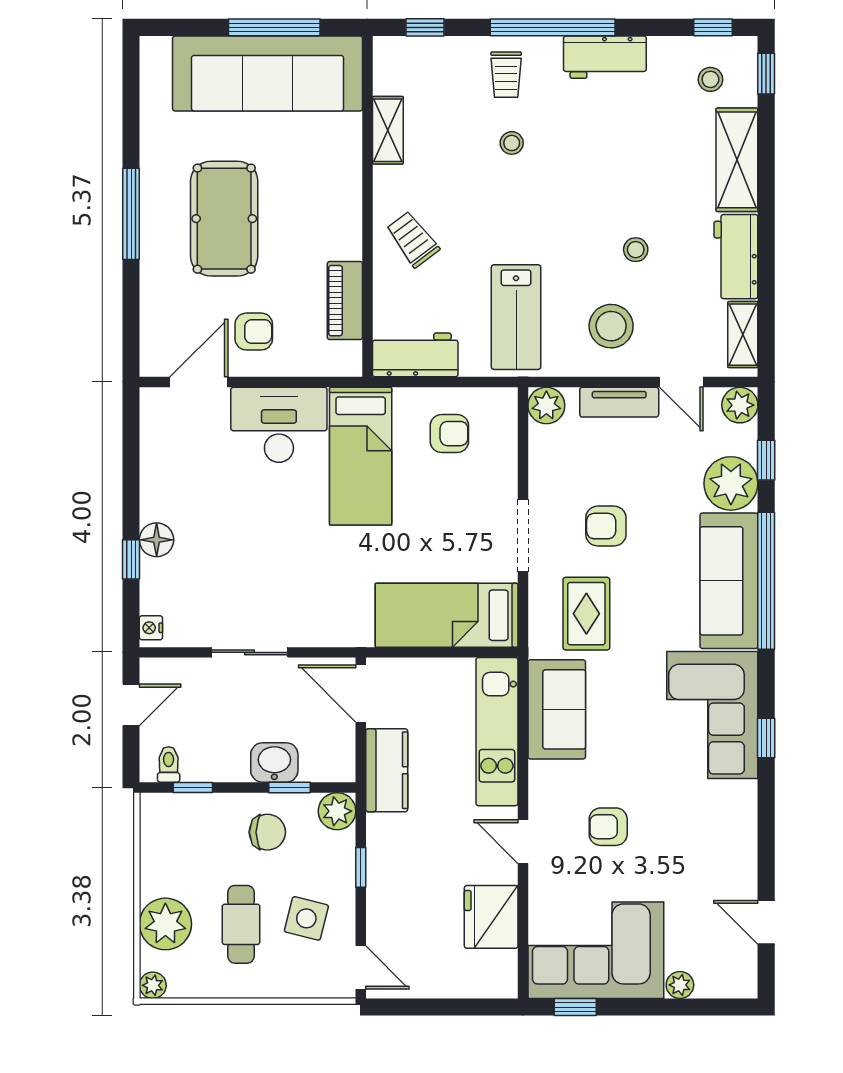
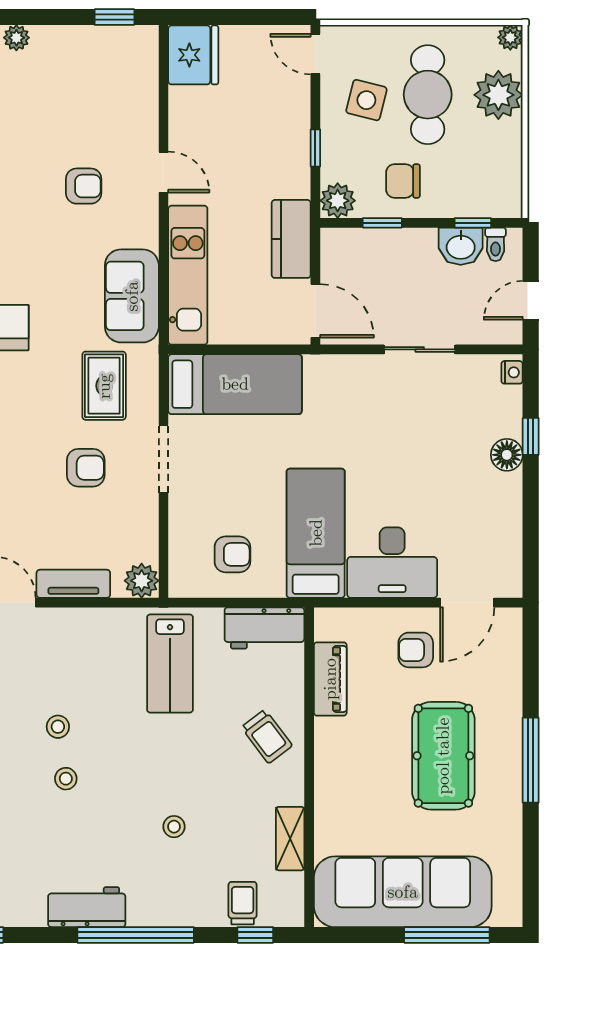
window: (274, 27) -> (447, 935), moved
trolley: (506, 75) -> (243, 903), moved
lab bench: (516, 317) -> (170, 663), turned 180
stool: (611, 326) -> (66, 779), moved, width x0.53, depth x0.53
armchair: (449, 434) -> (232, 554), turned 180
washbasin: (274, 763) -> (461, 246), moved
fridge: (491, 917) -> (193, 55), moved
cafe table: (241, 924) -> (428, 95), width x1.37, depth x1.35
corner sofa: (596, 950) -> (95, 70), removed

